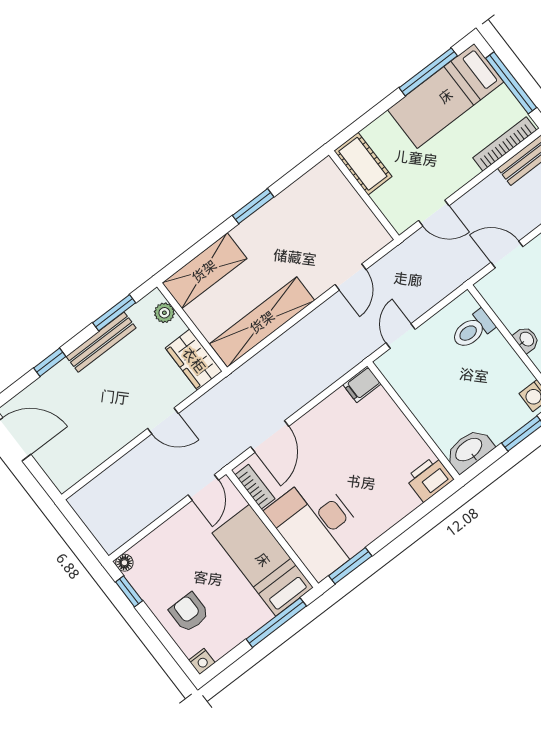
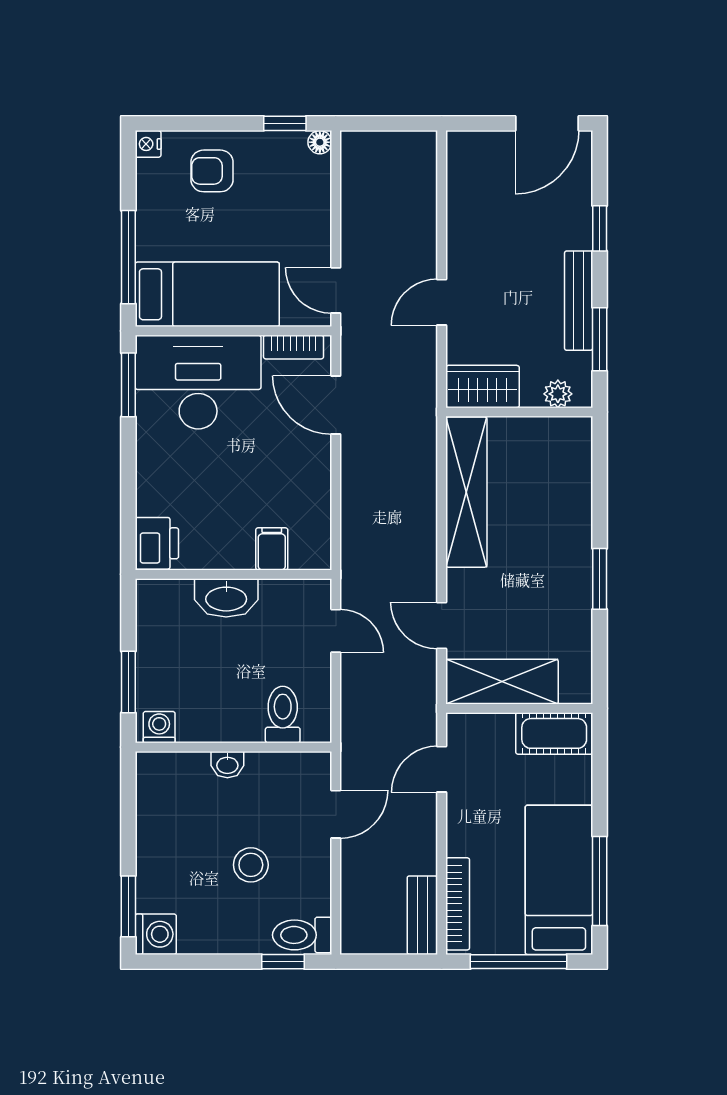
shelving: (204, 271) -> (502, 682), moved, turned 90
filing cabinet: (362, 384) -> (272, 549), moved
washbasin: (469, 450) -> (226, 598), moved, turned 90
armchair: (189, 612) -> (212, 171), turned 180

